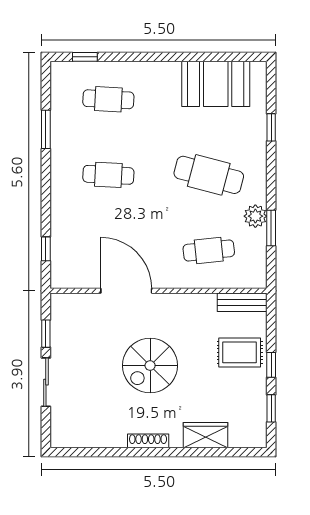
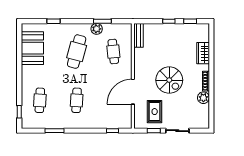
rug: (240, 352) -> (155, 112), moved
plant: (114, 436) -> (203, 98), added

